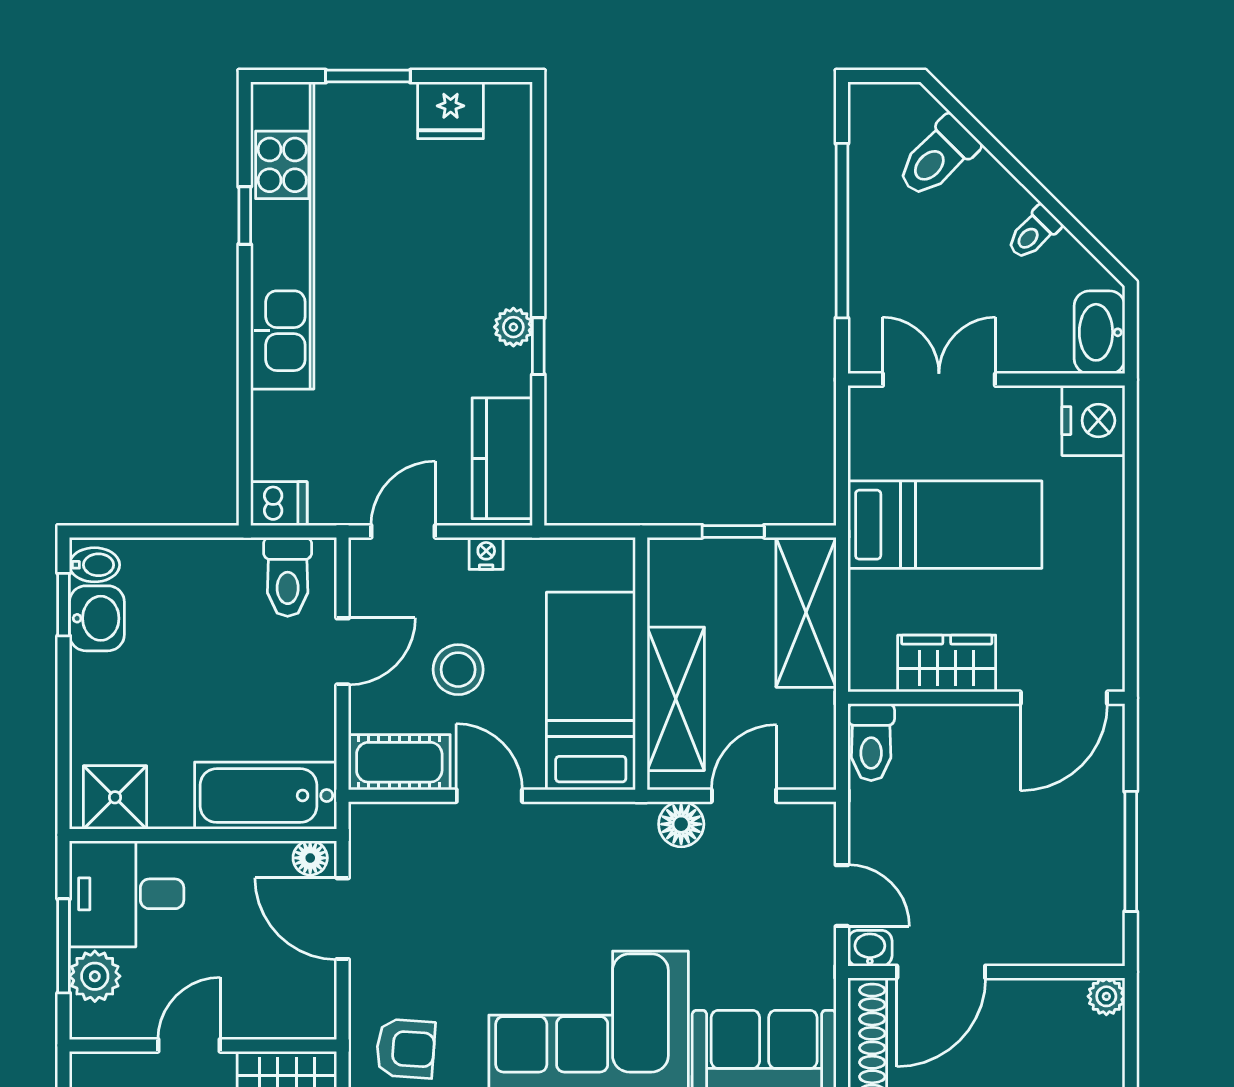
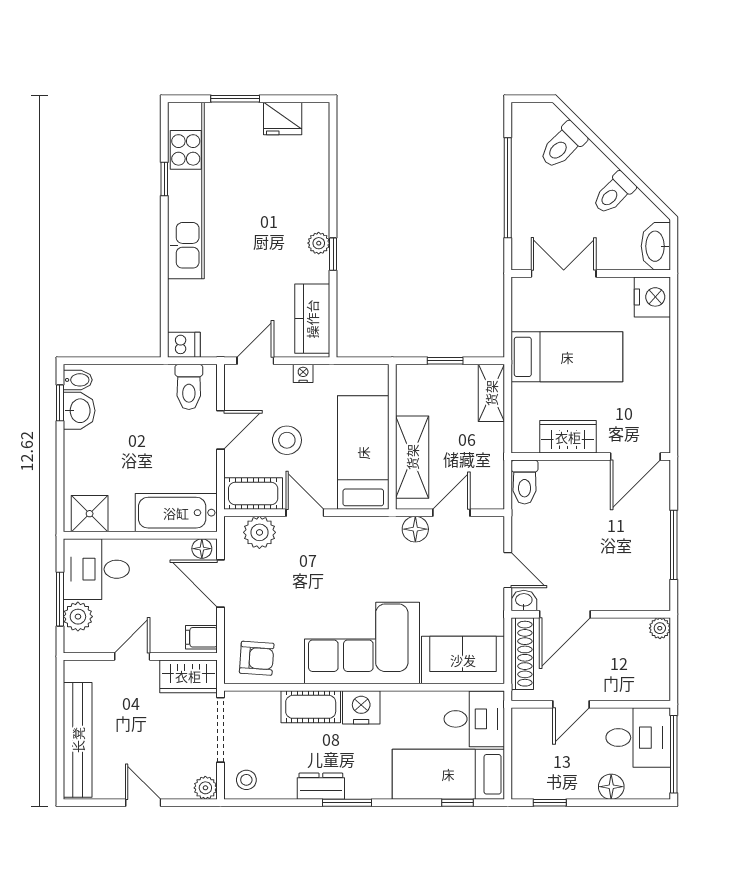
toilet: (1033, 233) -> (614, 193), width x1.37, depth x1.39
shelving: (806, 612) -> (491, 393), width x0.67, depth x0.75
plant: (410, 830) -> (259, 532), added
filing cabinet: (309, 1012) -> (201, 637), added

